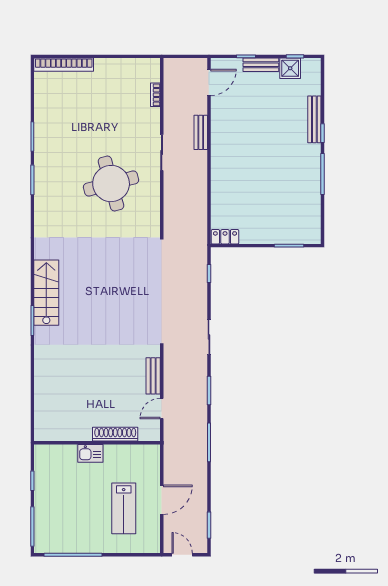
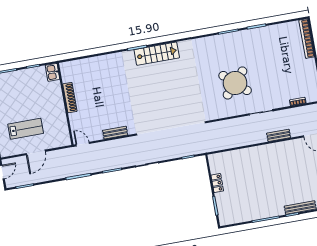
round table: (111, 184) -> (235, 83), turned -33
locker: (225, 237) -> (217, 183), moved
door: (162, 409) -> (83, 144), moved
shoe rack: (115, 434) -> (70, 98), moved
kitchen sink: (90, 453) -> (52, 72), moved
door: (162, 500) -> (36, 152), hinge flipped
lab bench: (124, 508) -> (26, 129), turned 180

